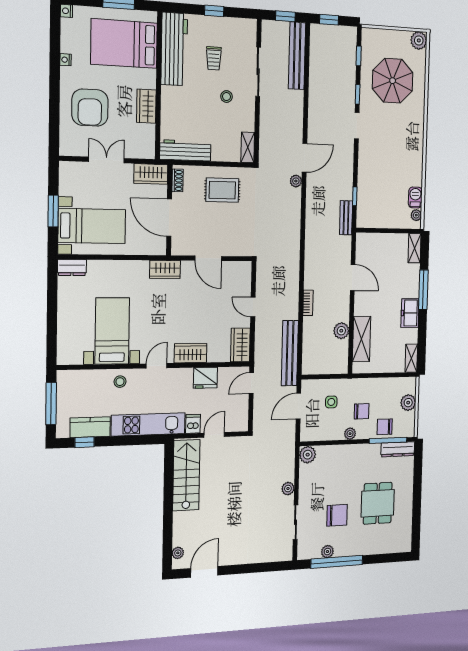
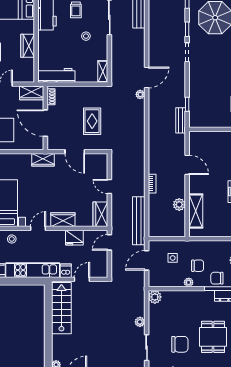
rug: (222, 190) -> (92, 121), moved, turned 90

